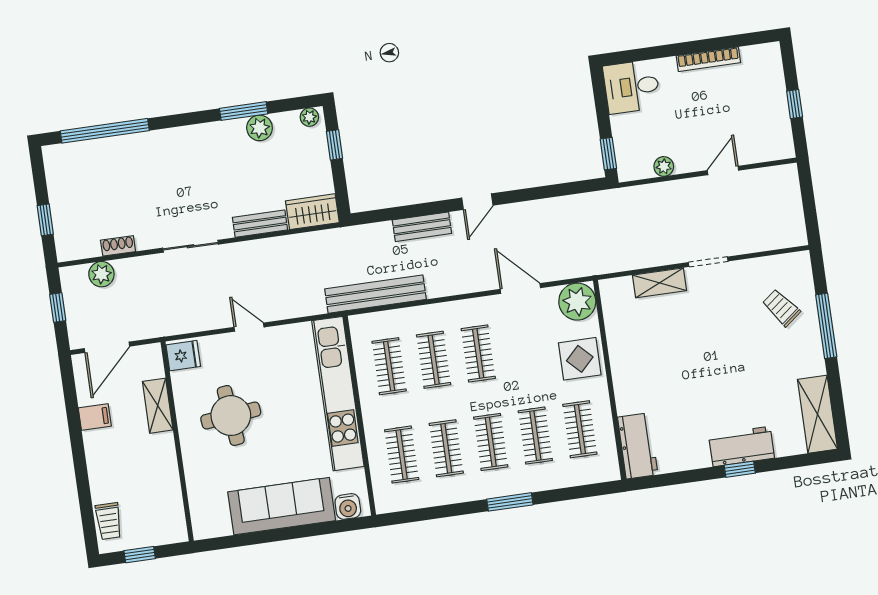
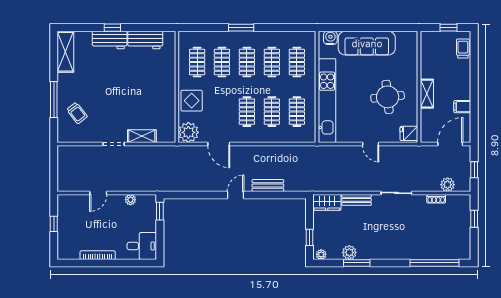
bench: (376, 294) -> (299, 152), removed
shelving: (158, 406) -> (427, 94), moved
workbench: (638, 446) -> (145, 40), moved, turned -90

